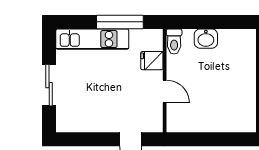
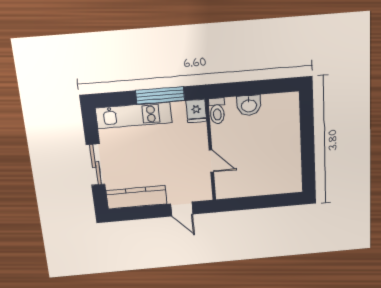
fridge: (152, 61) -> (196, 111), moved, turned -90
kitchen counter: (86, 122) -> (137, 197), added

